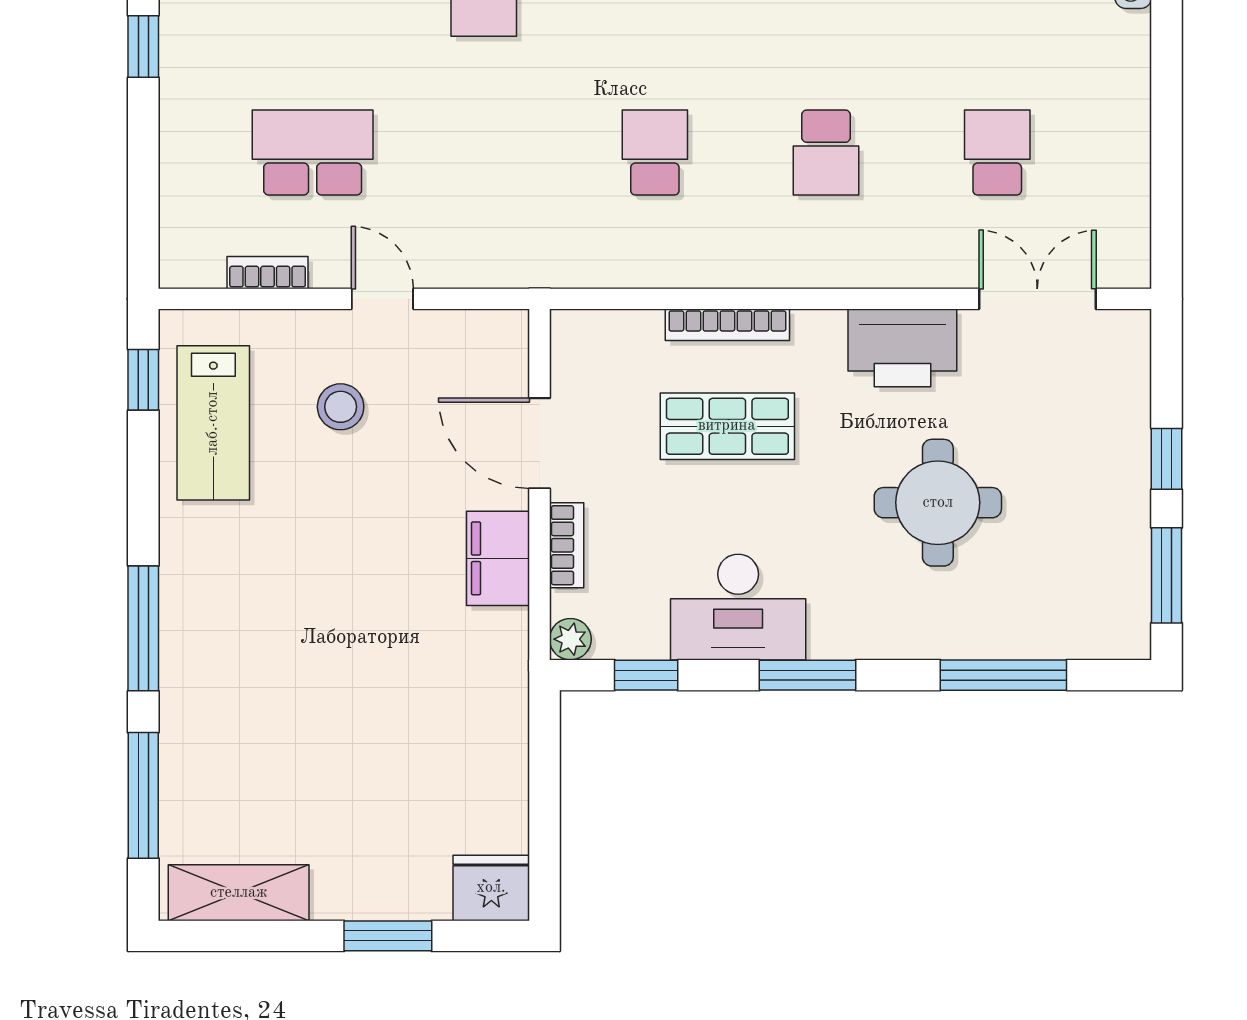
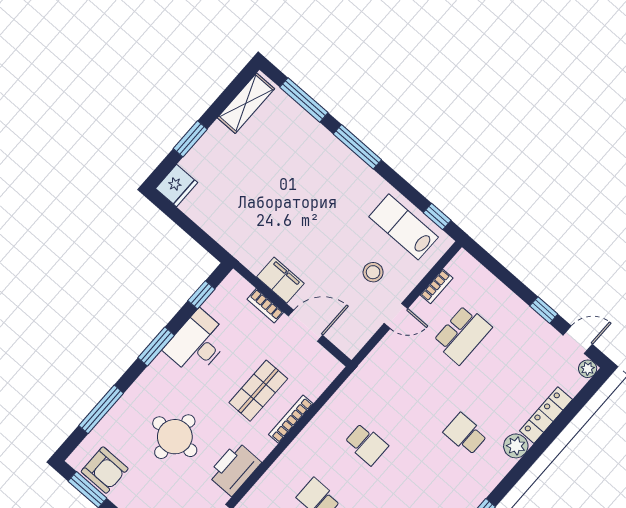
armchair: (1105, 575) -> (105, 470), added
plant: (570, 639) -> (234, 281), removed

